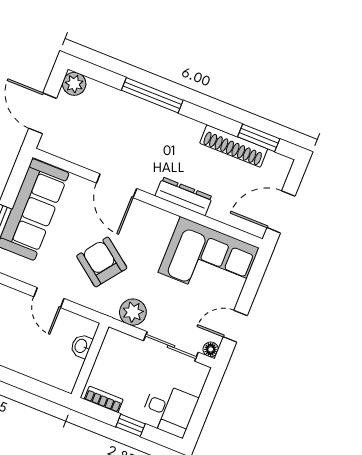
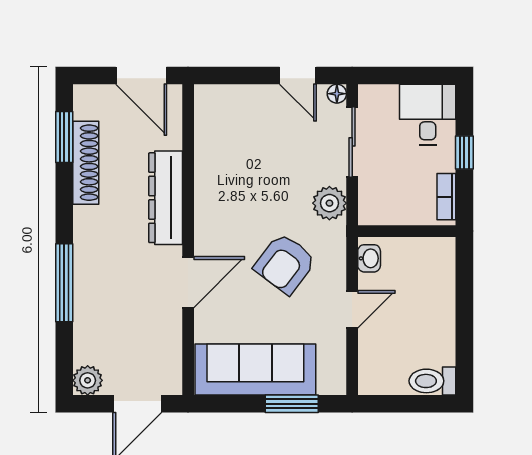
dresser: (184, 196) -> (166, 198), width x1.37, depth x1.24
corner sofa: (209, 260) -> (232, 138), removed
washbasin: (81, 346) -> (369, 258), moved, turned -90

